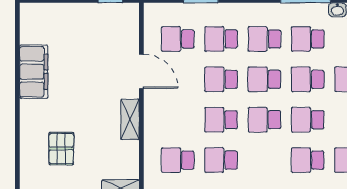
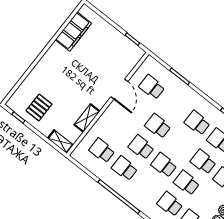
school desk: (221, 39) -> (174, 105), removed
filing cabinet: (34, 72) -> (73, 32), moved
school desk: (264, 79) -> (180, 144), removed
shelving: (130, 119) -> (87, 118), moved
pallet: (61, 149) -> (39, 107), moved

